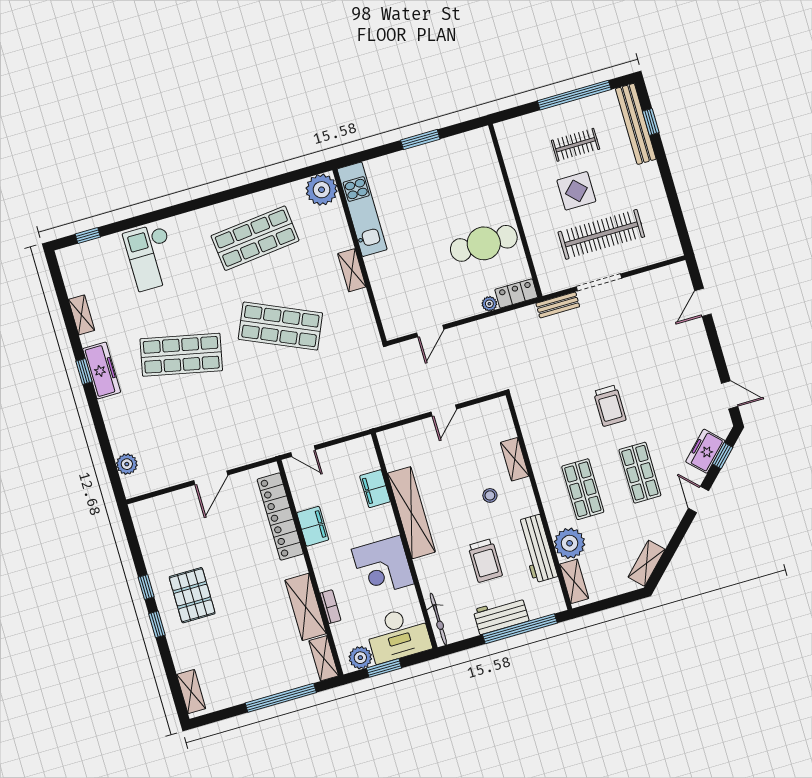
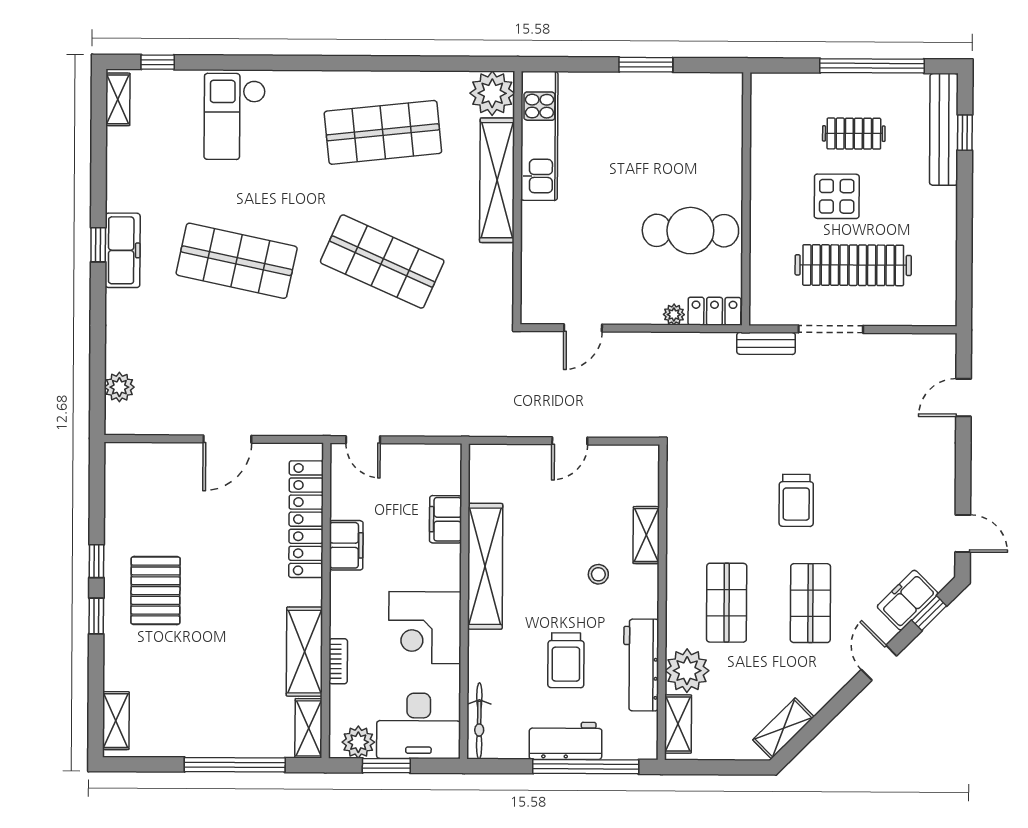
shelving: (352, 270) -> (497, 180), width x2.20, depth x1.33
shelving: (82, 315) -> (118, 99), moved

